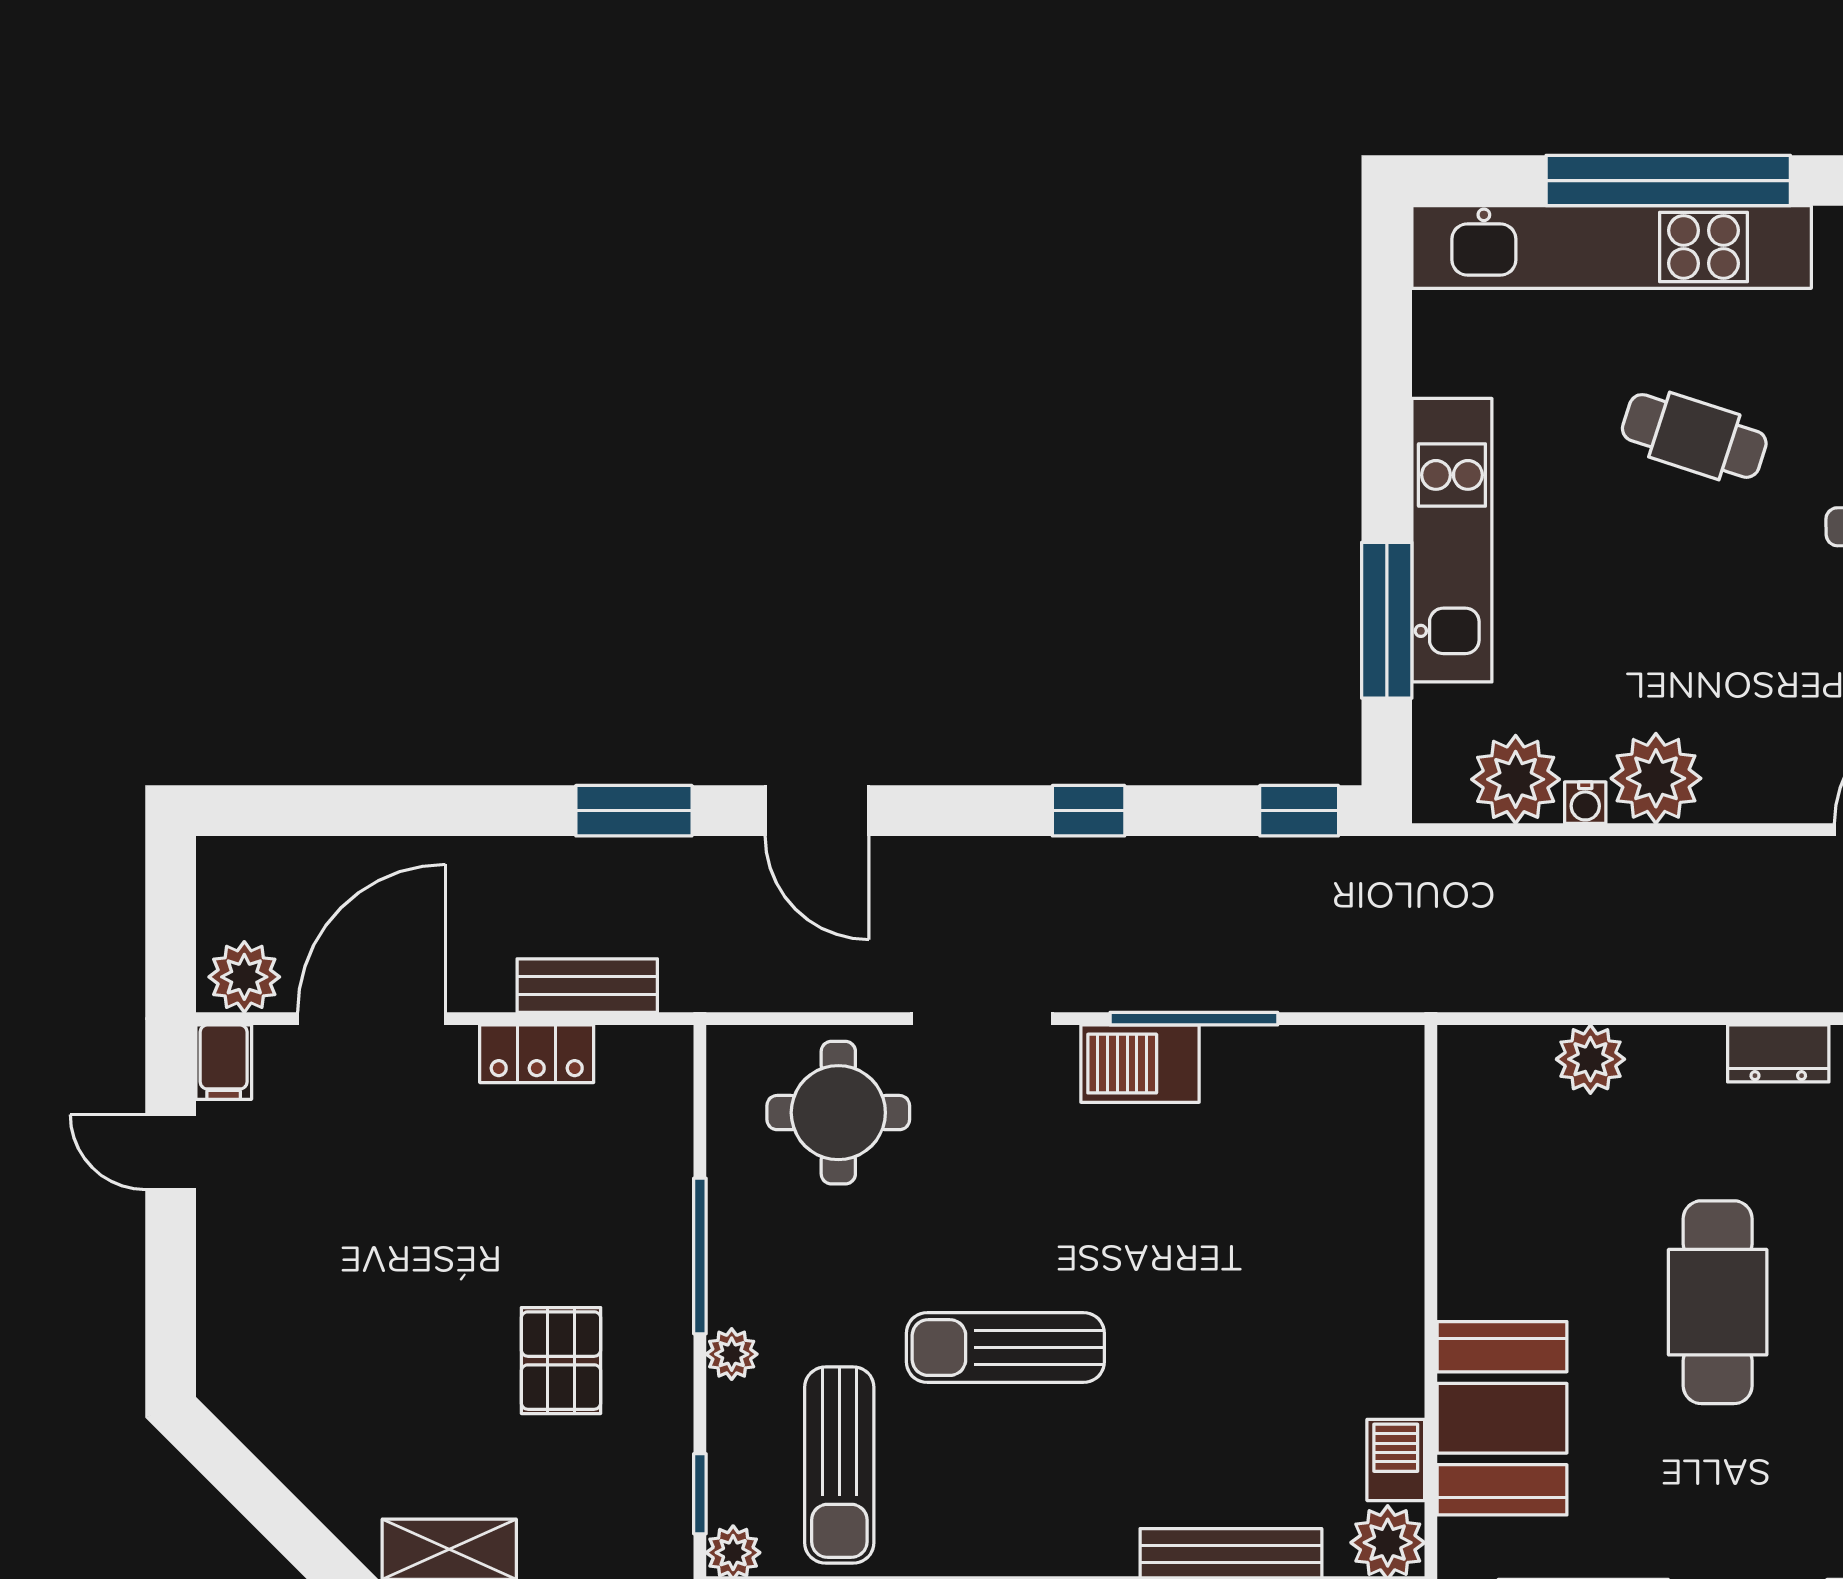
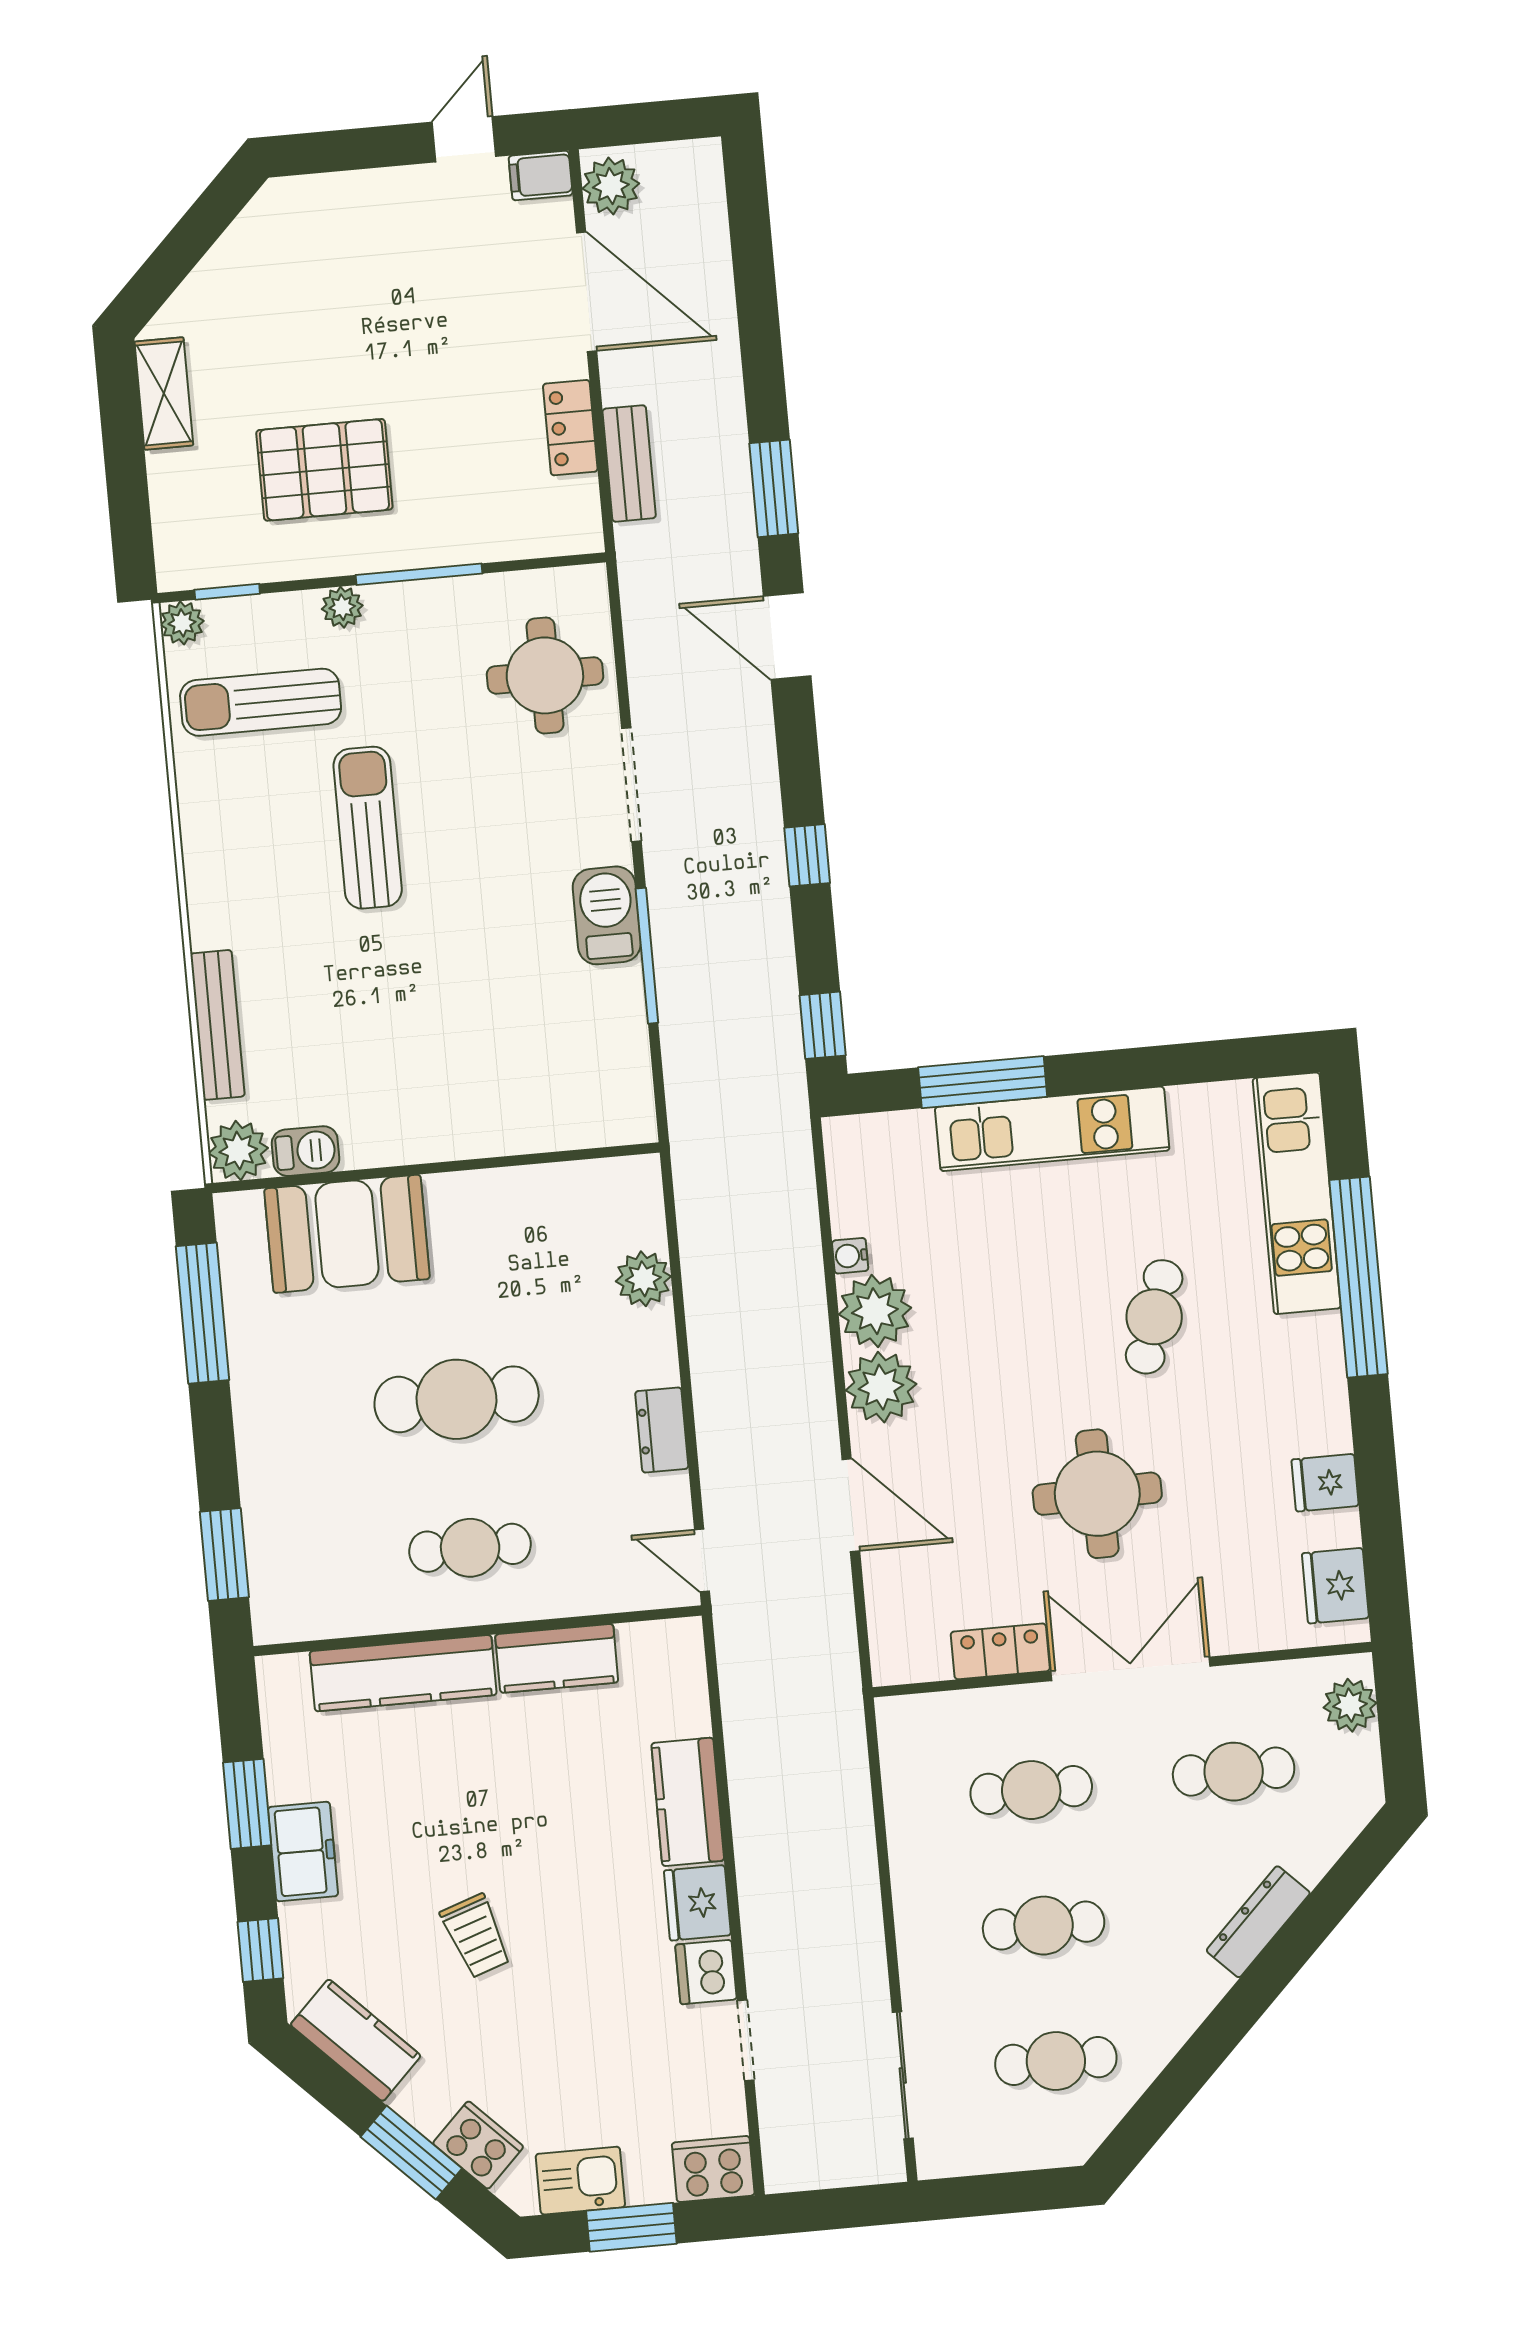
kitchen unit: (1612, 247) -> (1297, 1193), width x0.73
plant: (1516, 779) -> (881, 1387), moved
door: (817, 811) -> (787, 636), hinge flipped
pallet: (561, 1361) -> (324, 470), width x1.50, depth x1.42

